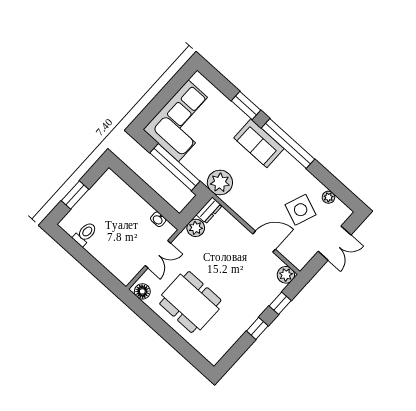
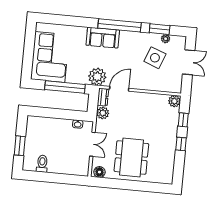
window: (246, 106) -> (160, 29), moved
door: (264, 242) -> (119, 89), moved
dining table: (190, 302) -> (131, 158), turned 90

